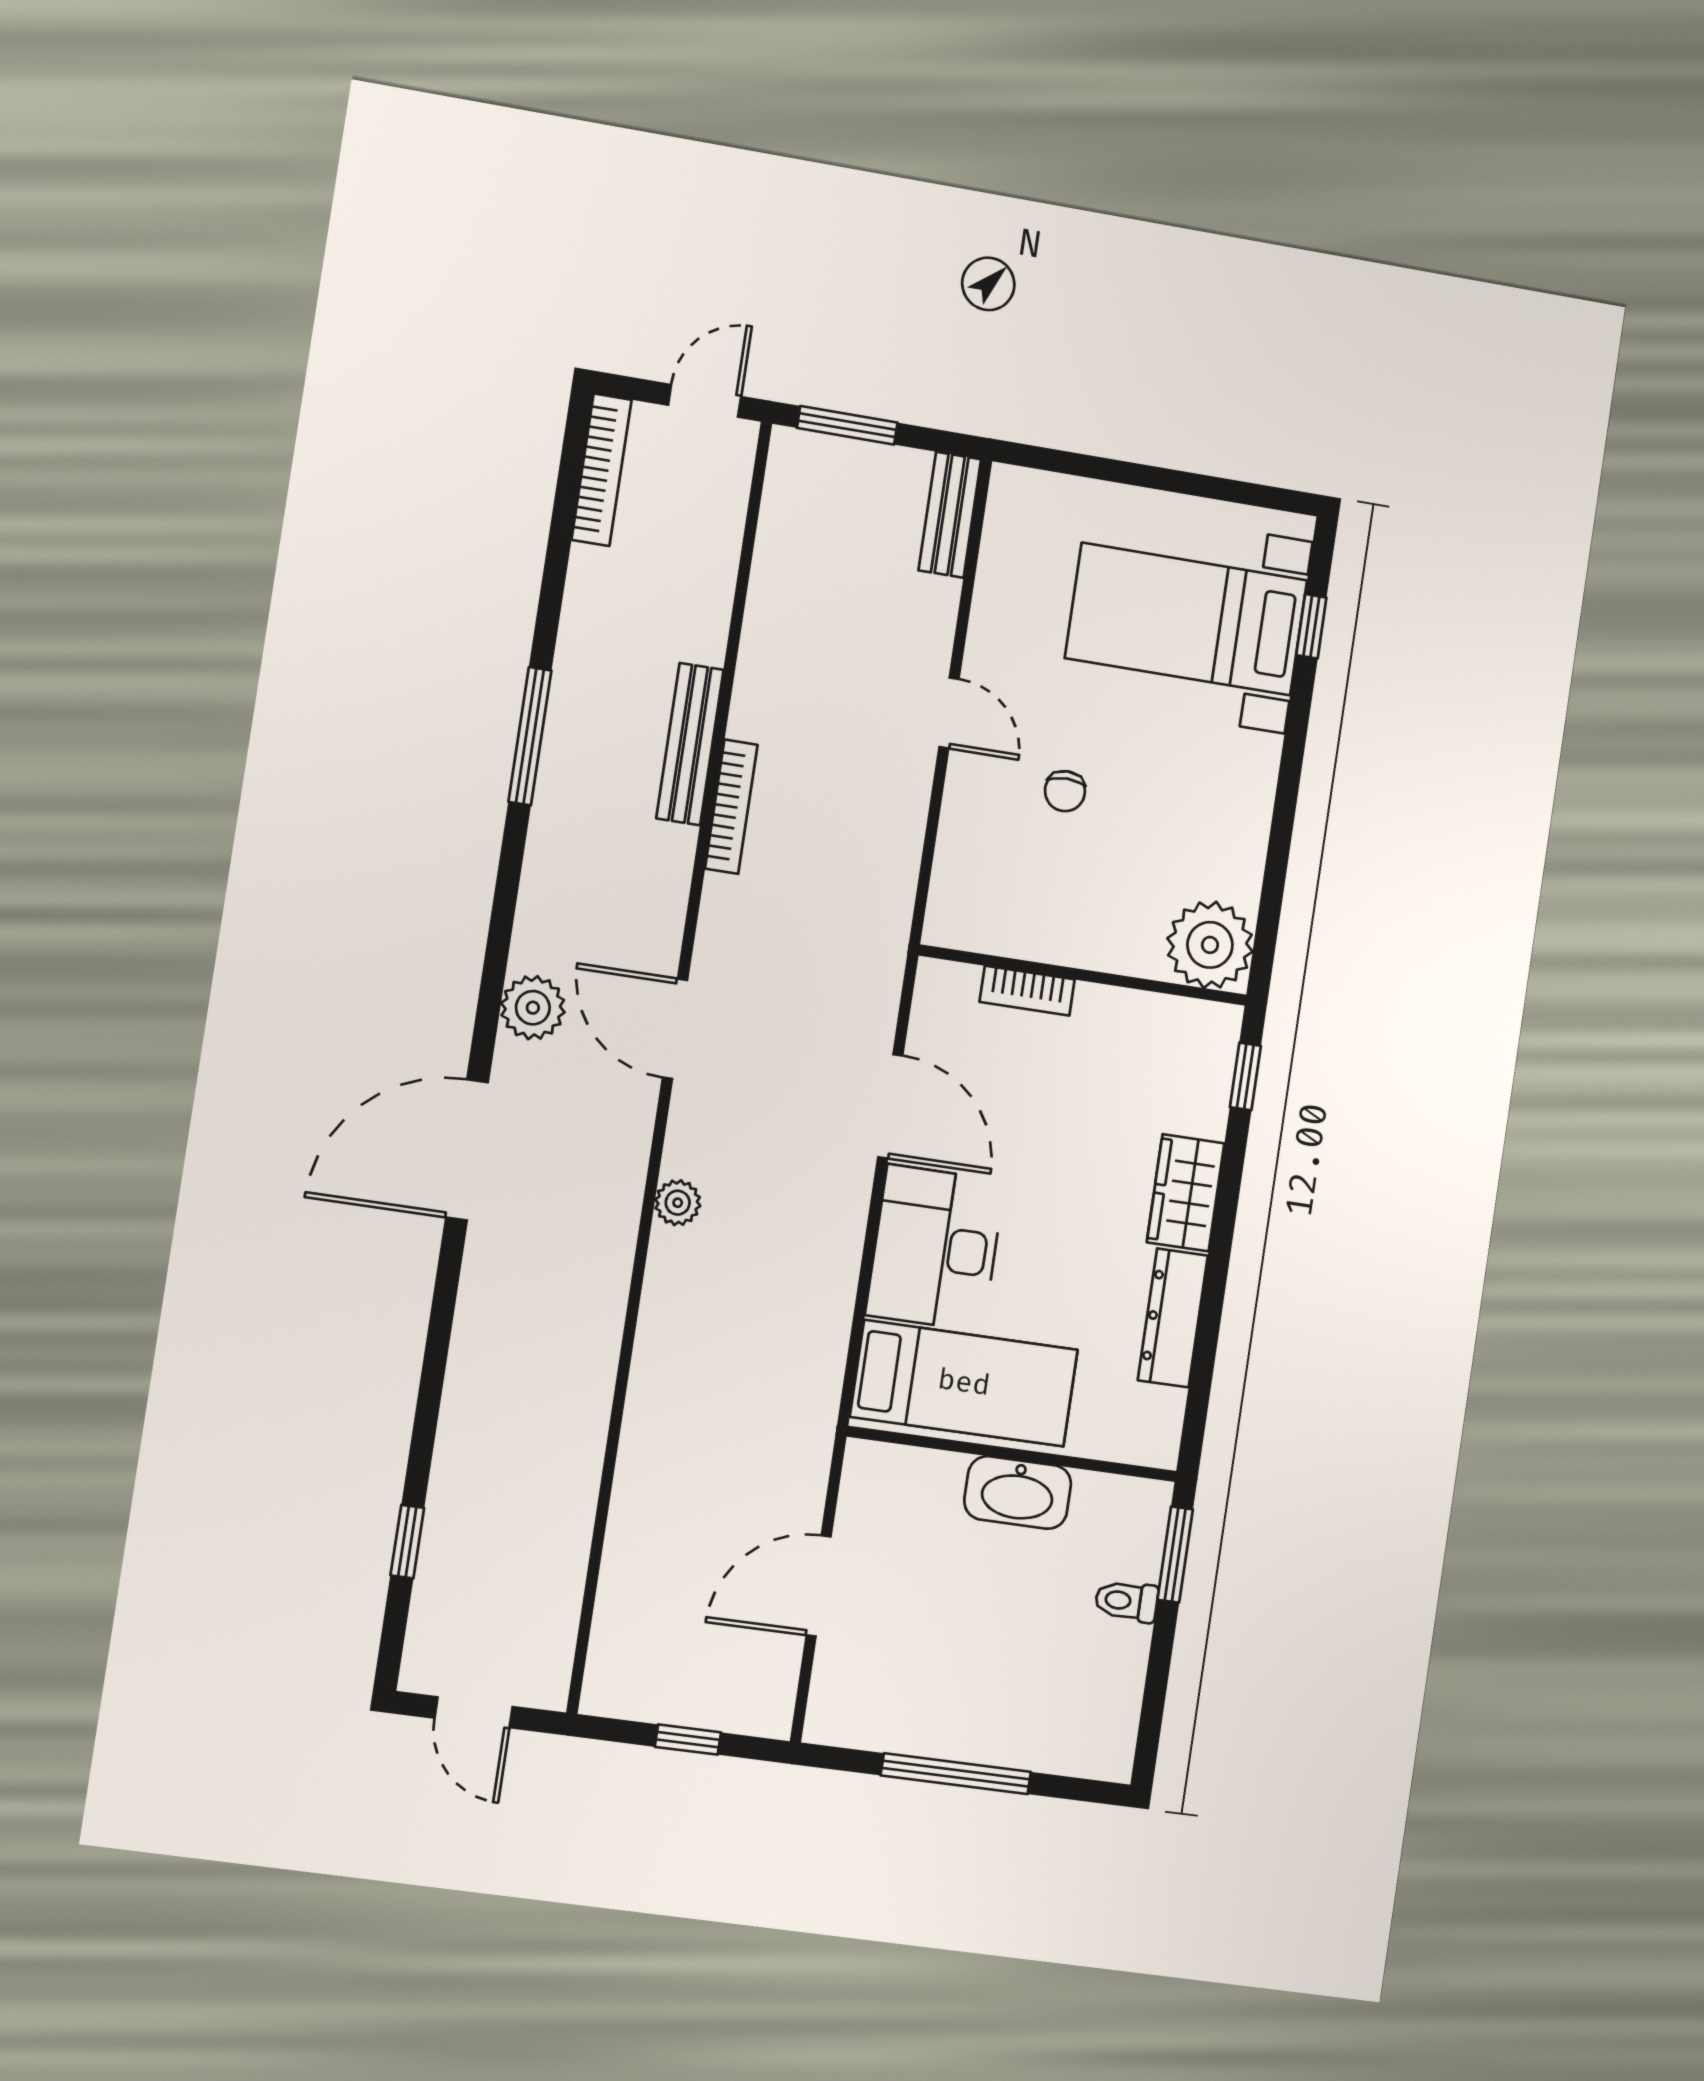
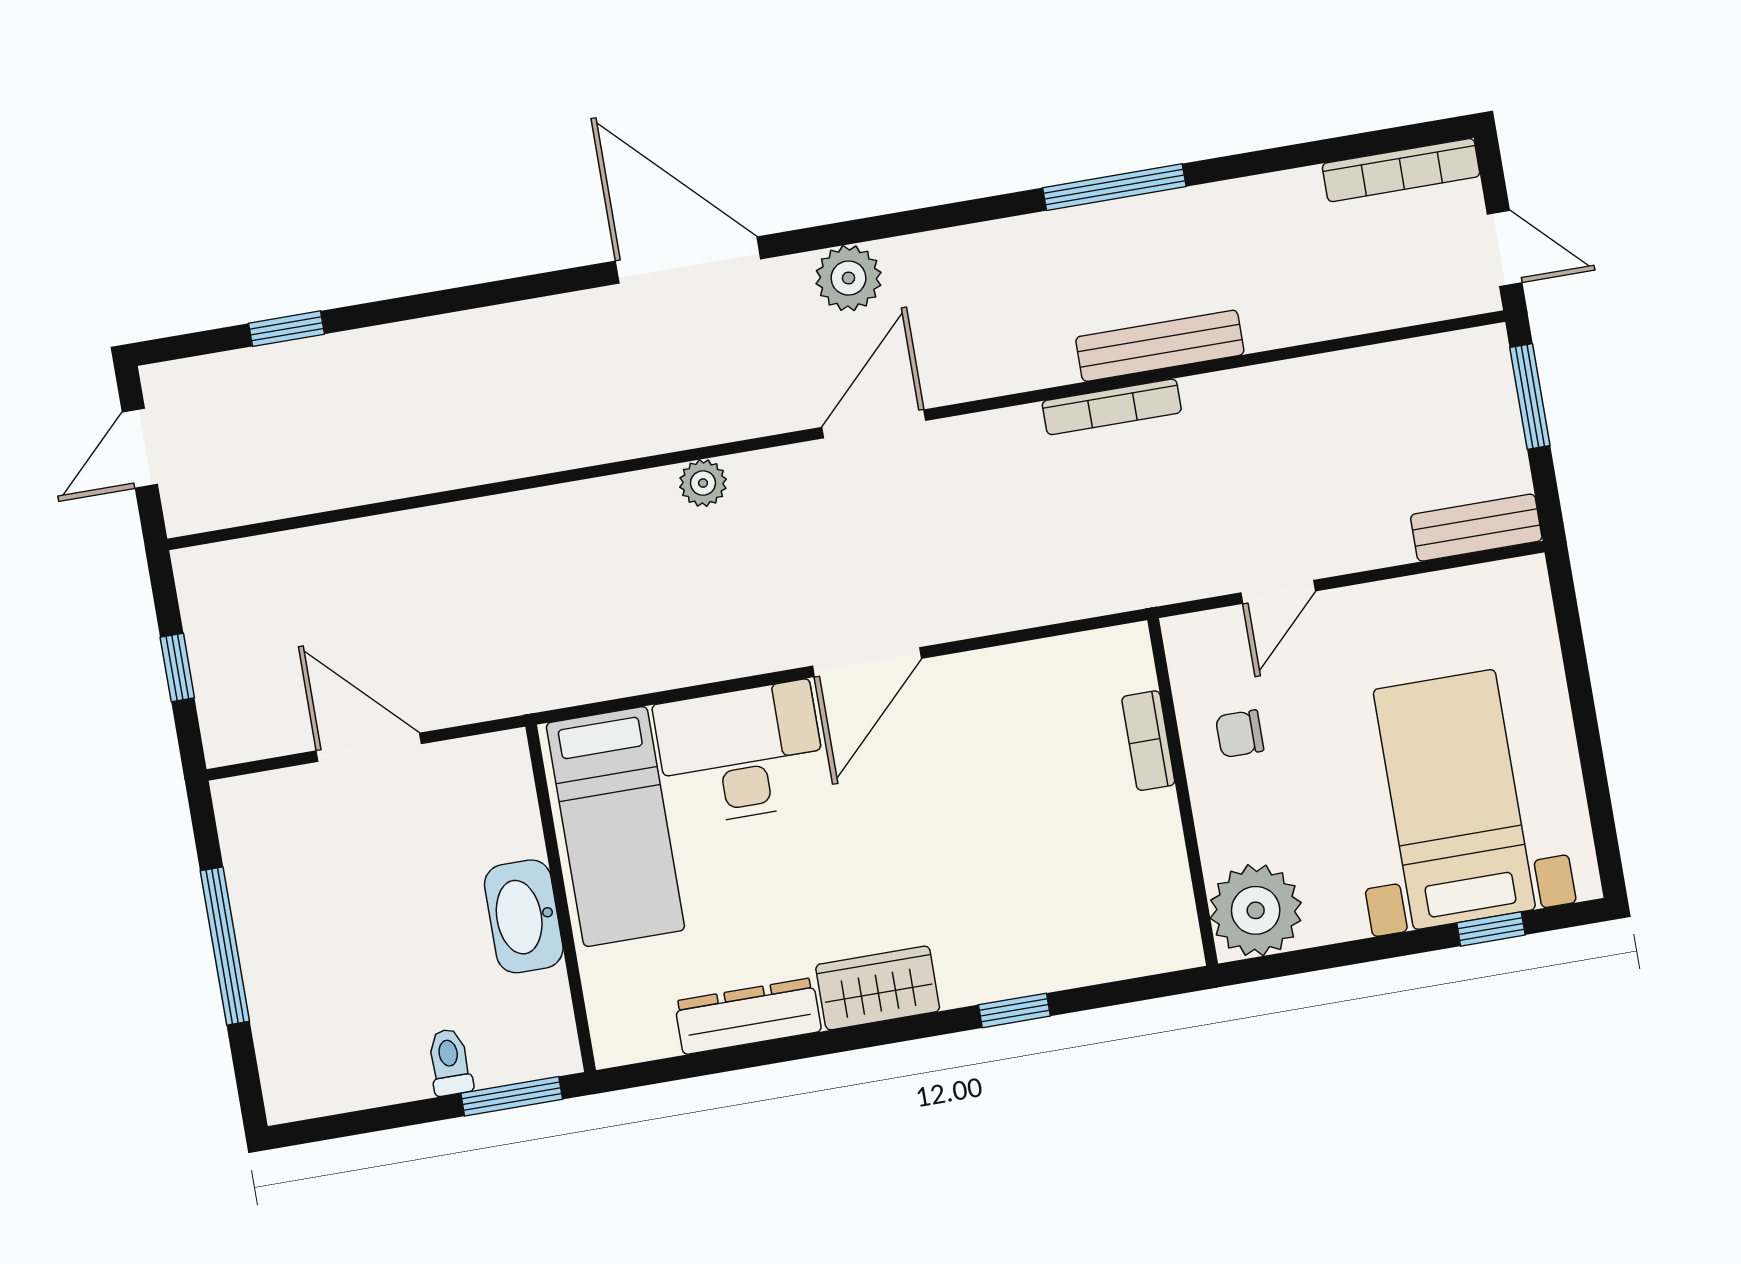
plant: (1210, 945) -> (1256, 910), moved
wall: (1083, 975) -> (1183, 792), moved
bookcase: (1027, 991) -> (1148, 741), moved

